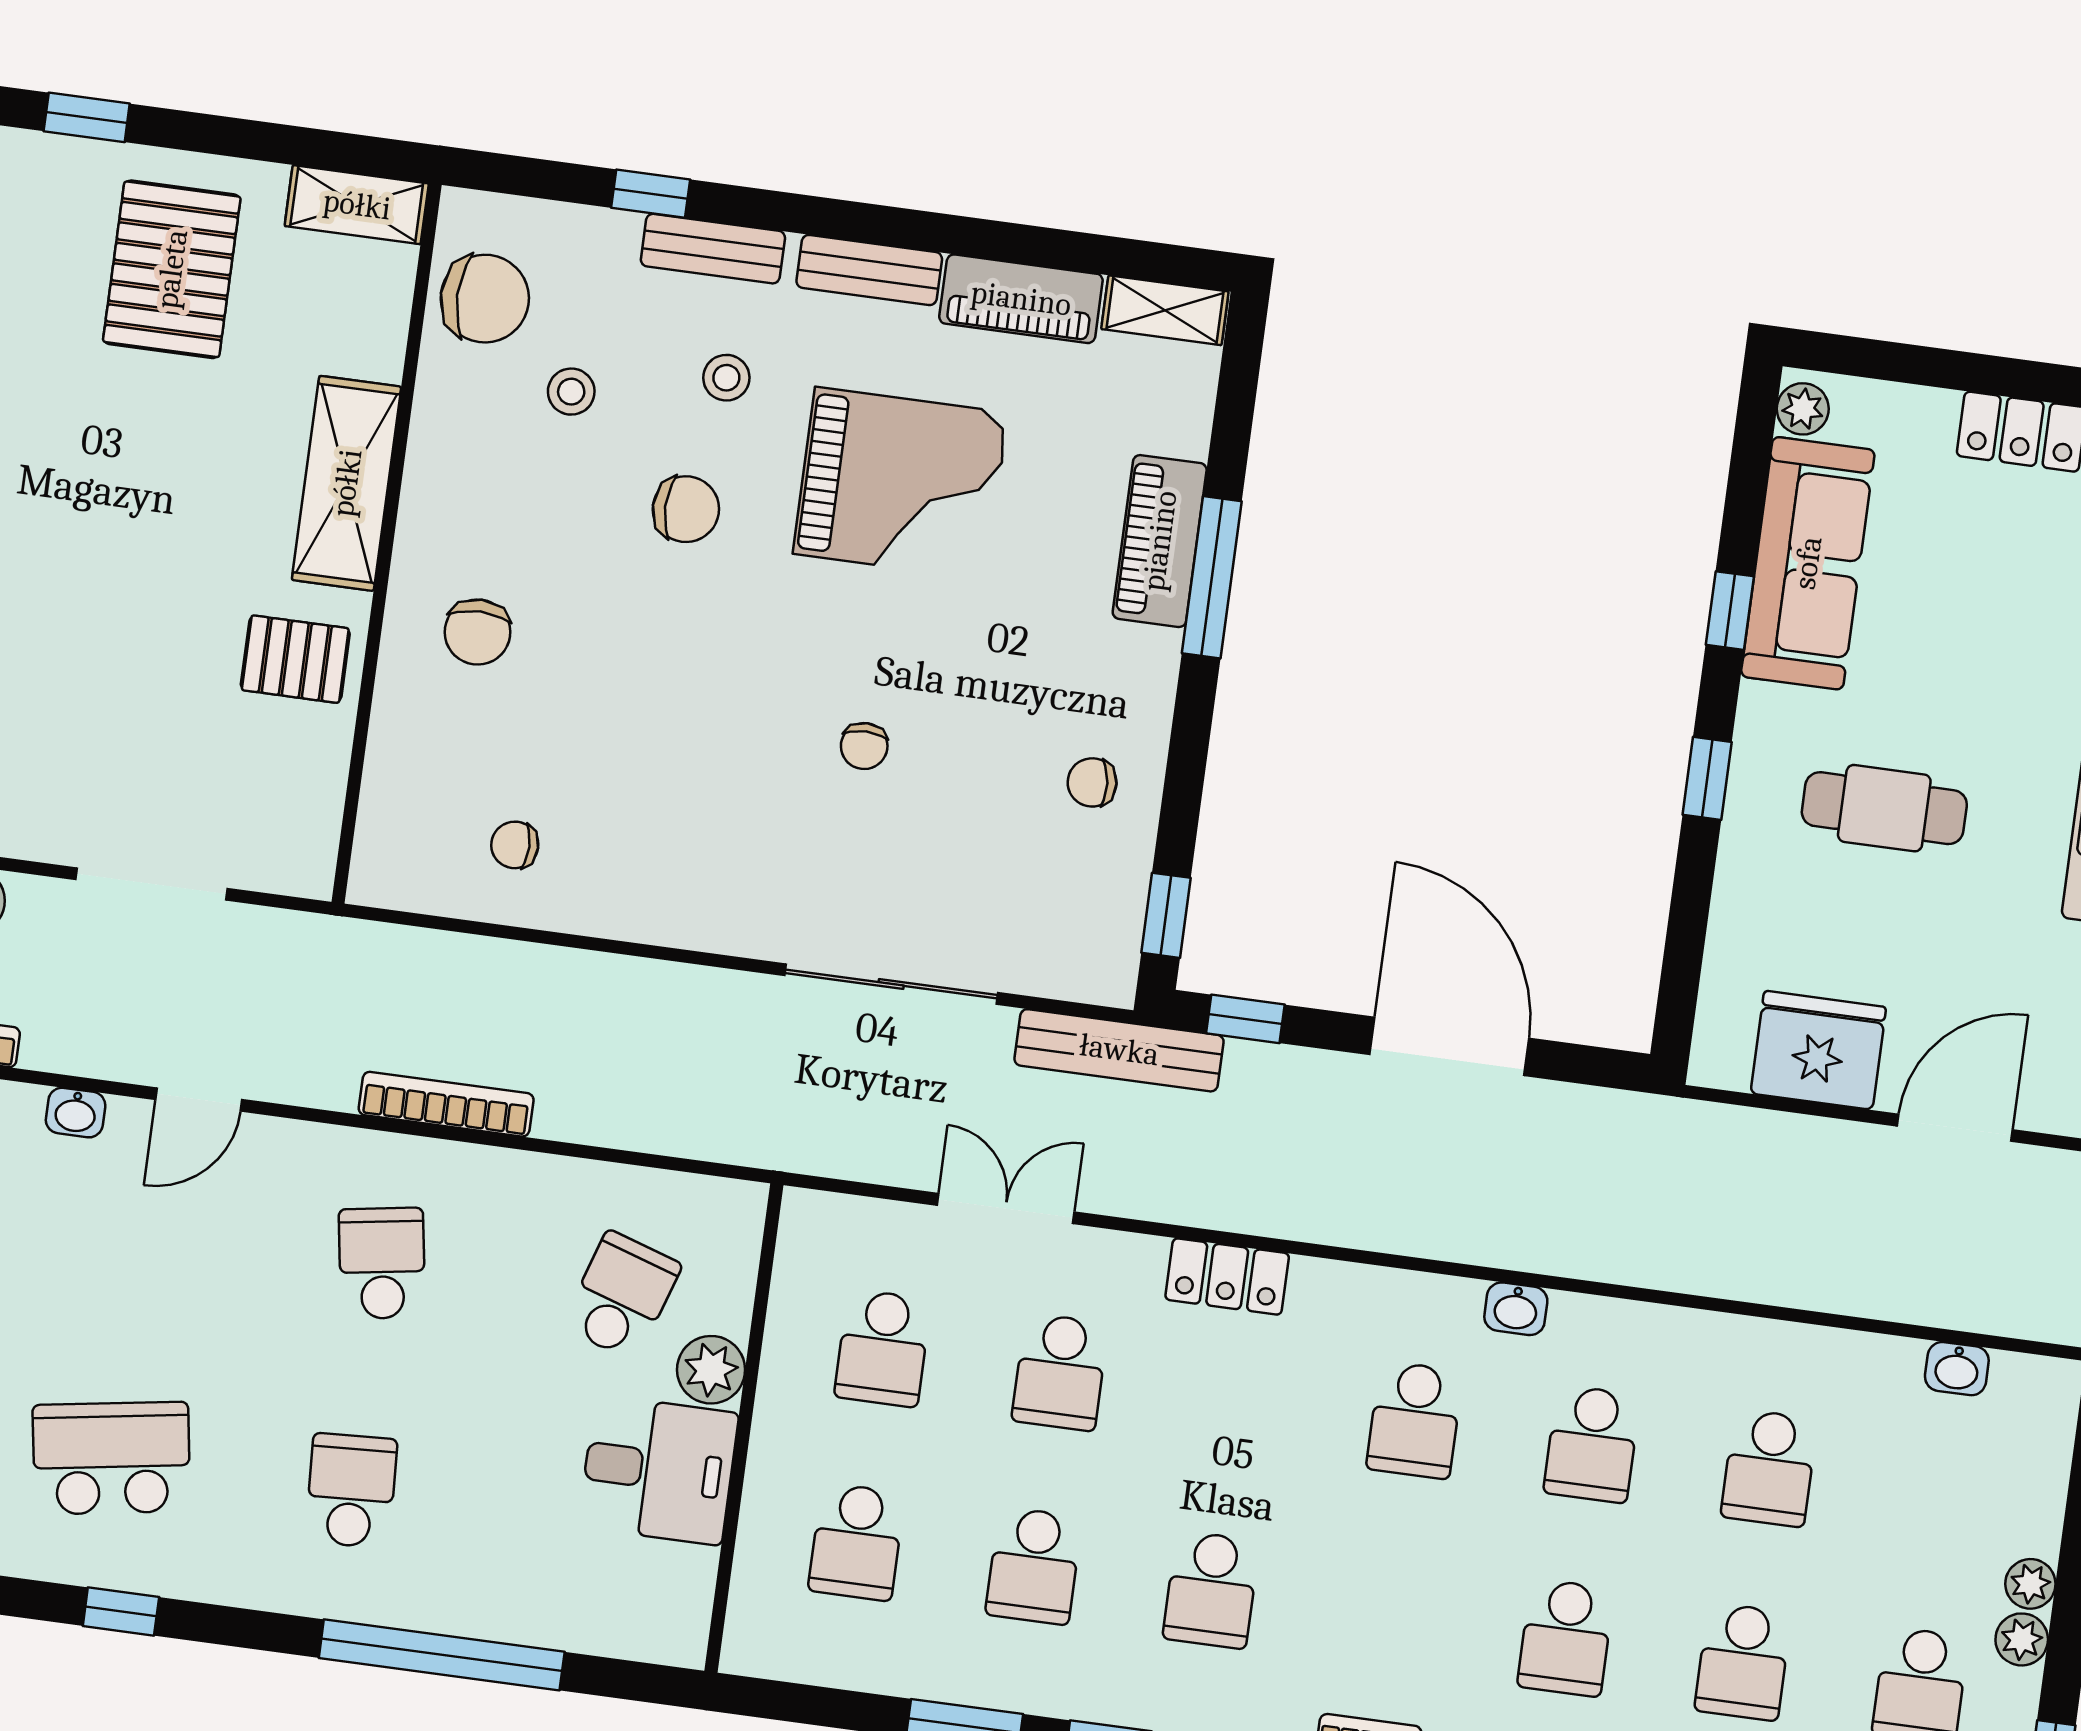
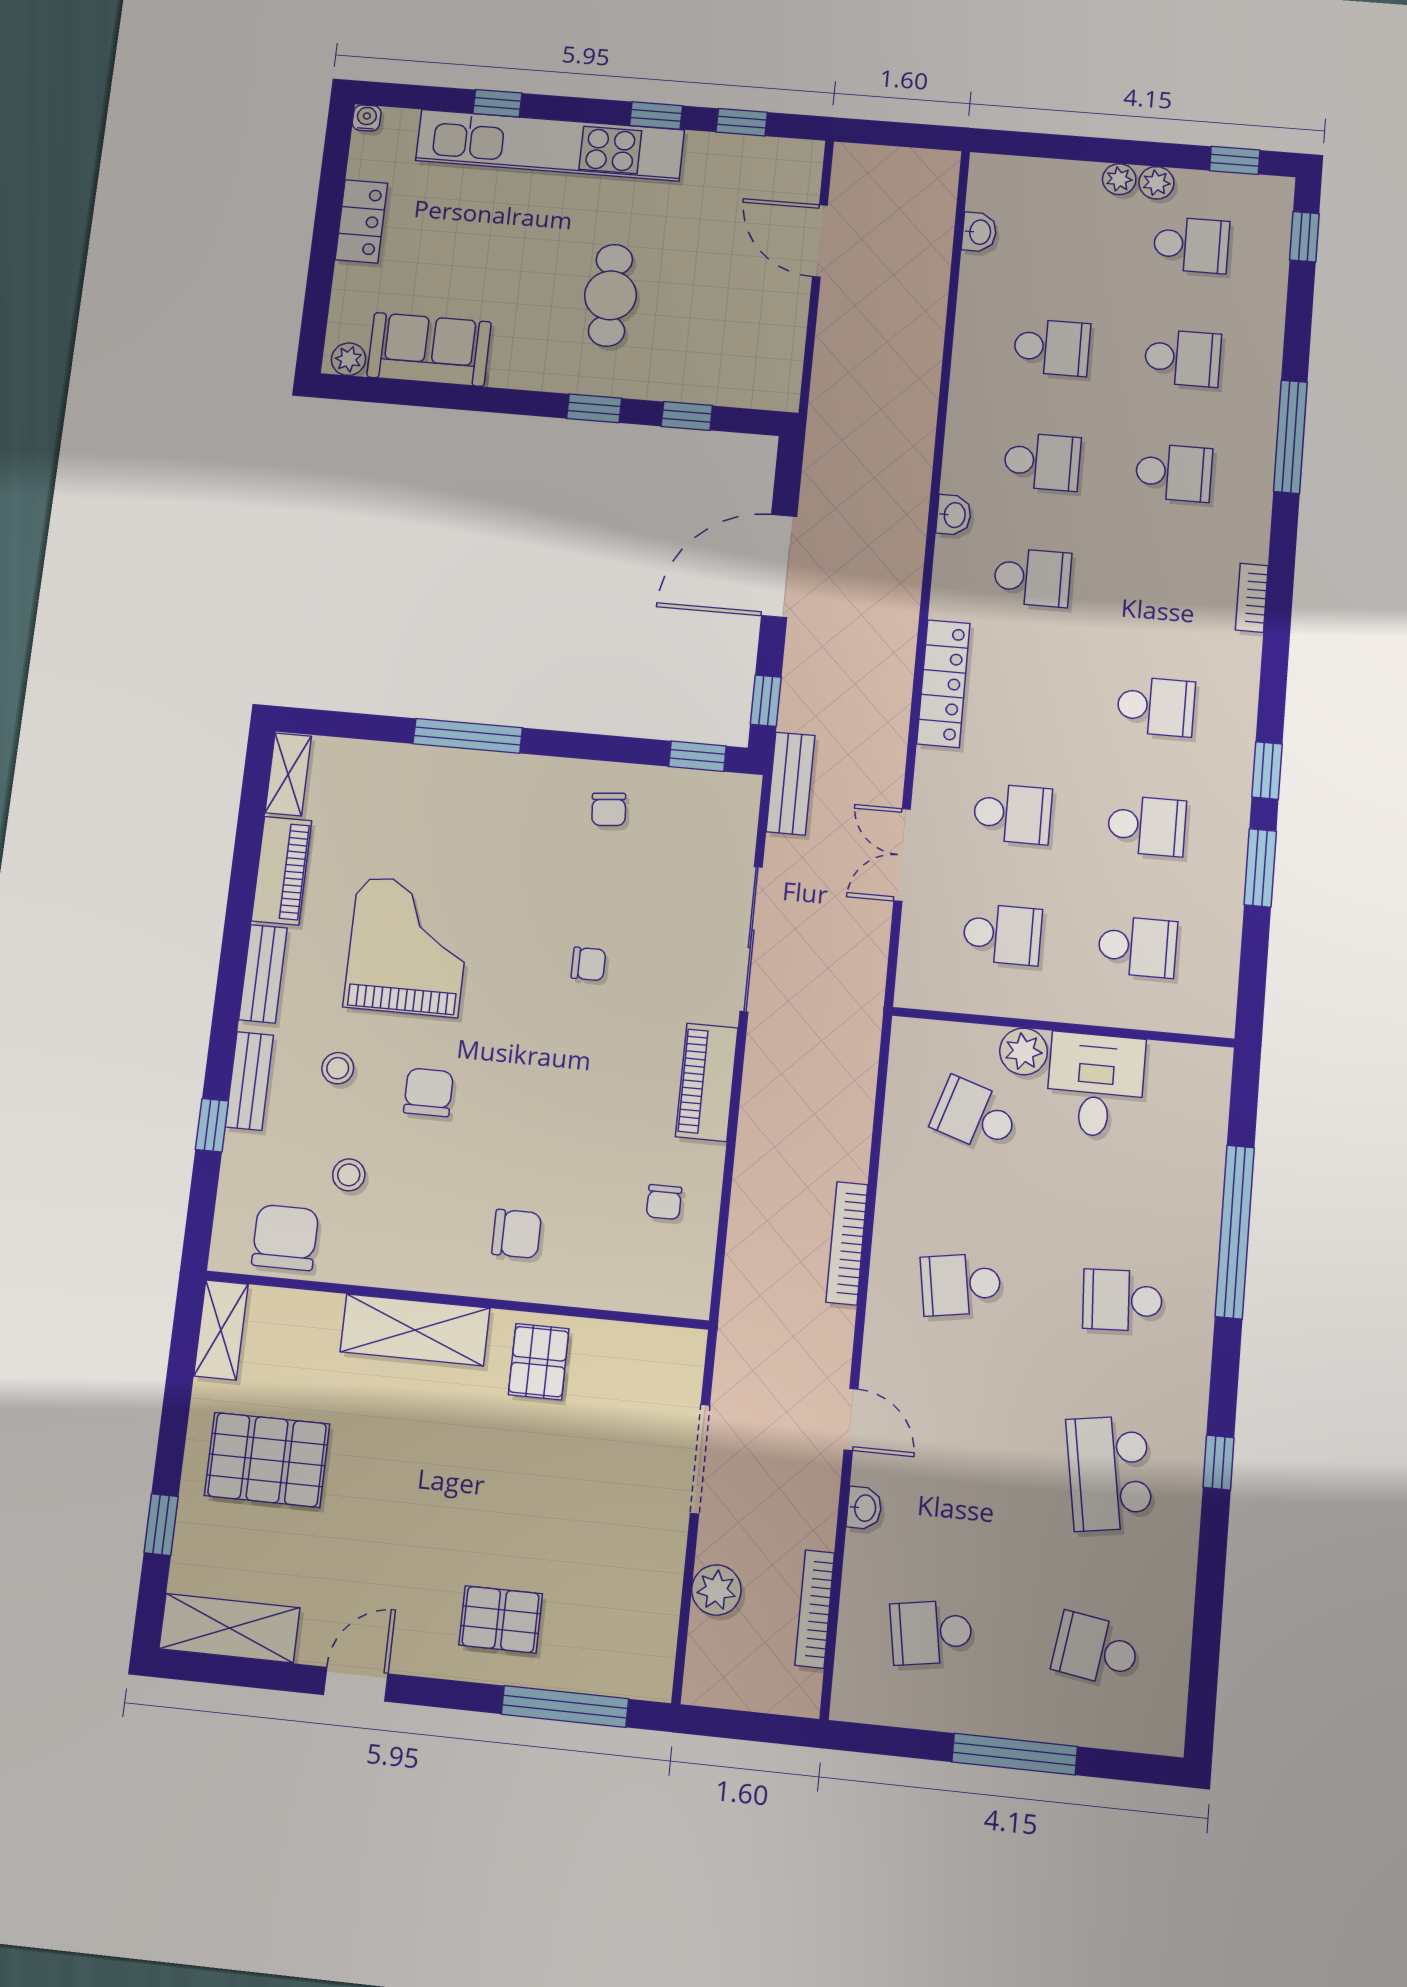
piano: (1160, 541) -> (707, 1082), moved, turned 90
sofa: (1808, 563) -> (429, 349), width x0.73
window: (1730, 611) -> (687, 416), moved
bench: (1119, 1050) -> (791, 784), width x0.73
fridge: (1818, 1050) -> (772, 329), removed
locker: (1227, 1277) -> (943, 684), width x1.53

